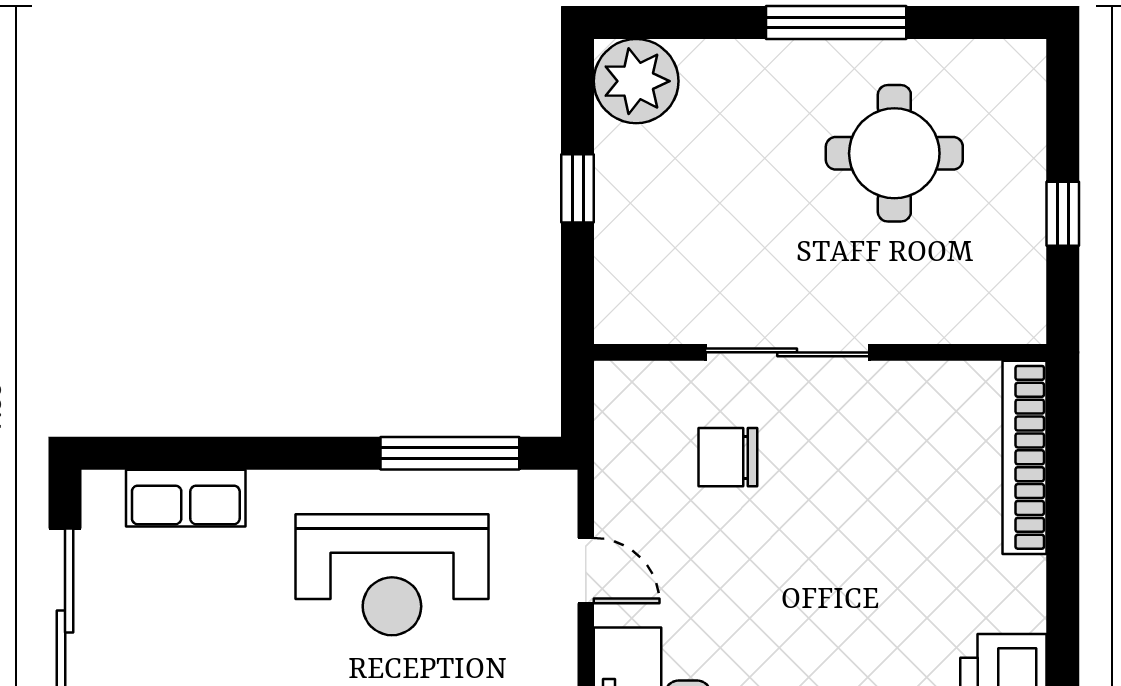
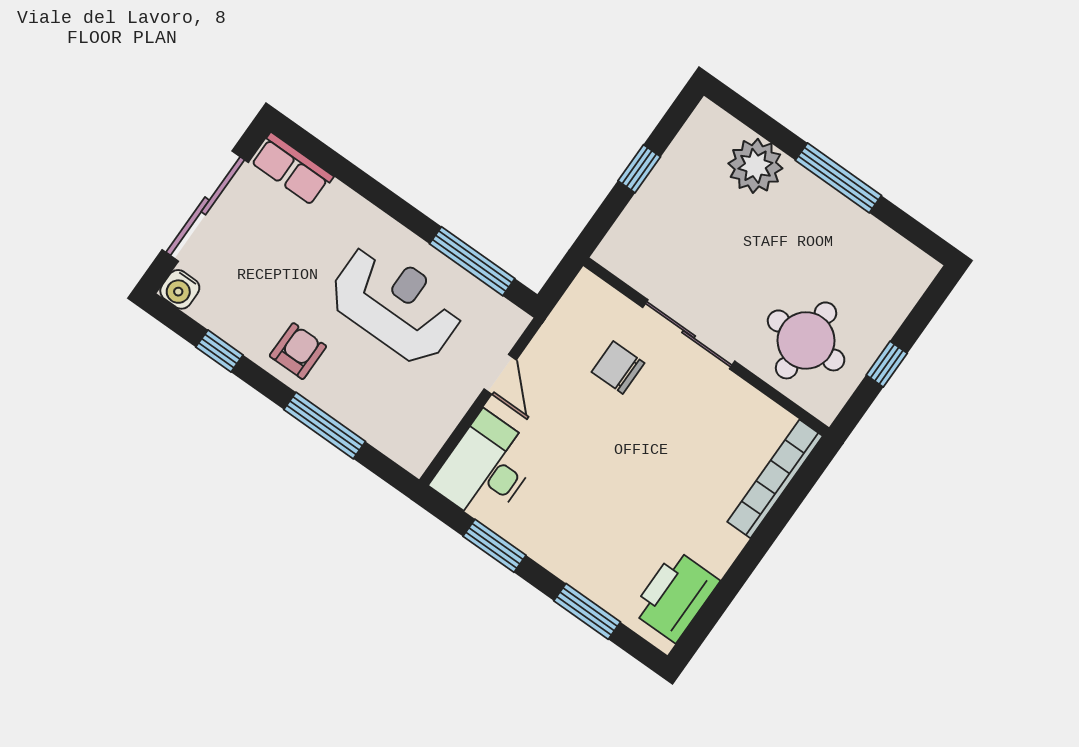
plant: (636, 81) -> (755, 166), moved
round table: (894, 153) -> (806, 340), moved
row of seats: (186, 498) -> (292, 169), moved
reception desk: (392, 575) -> (396, 304), turned 180

